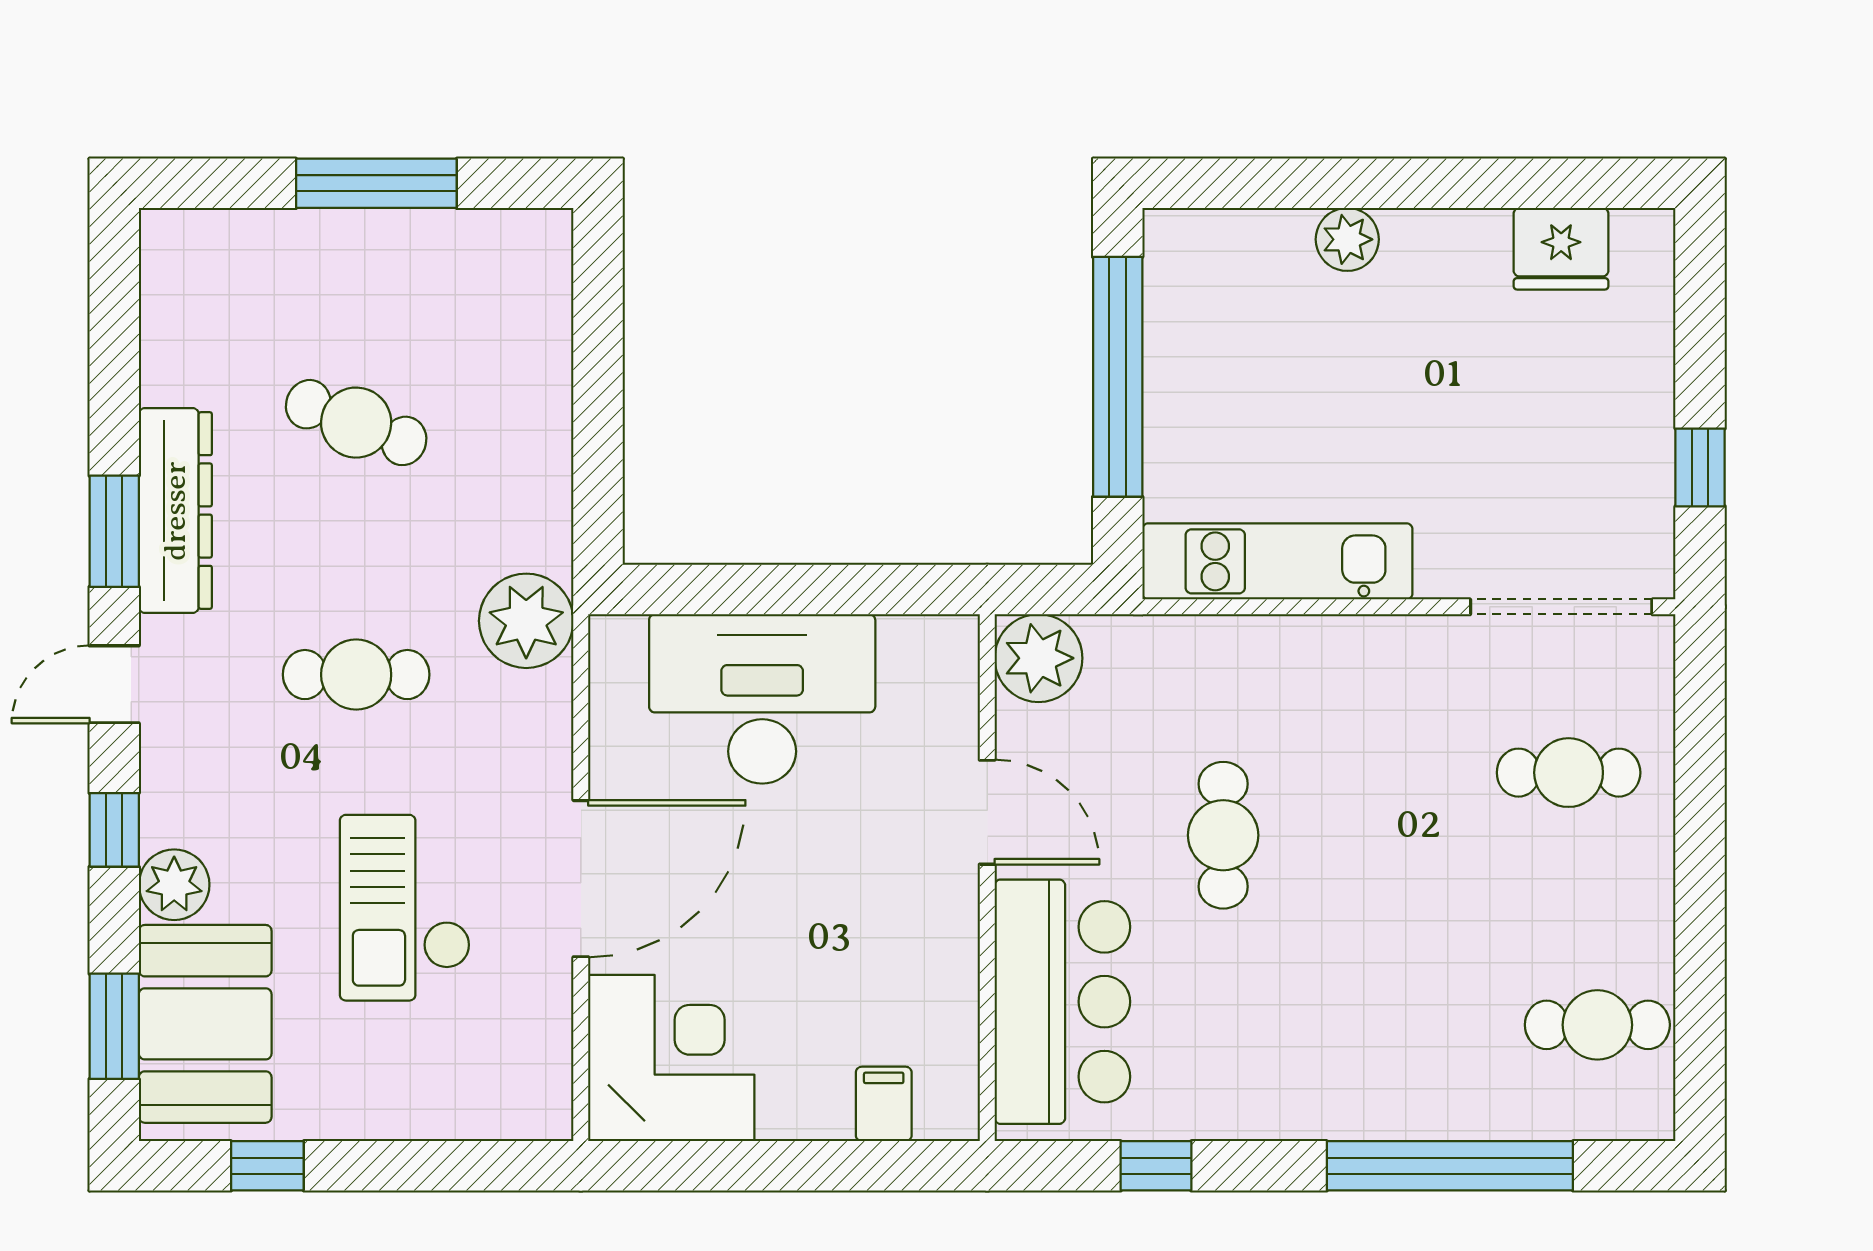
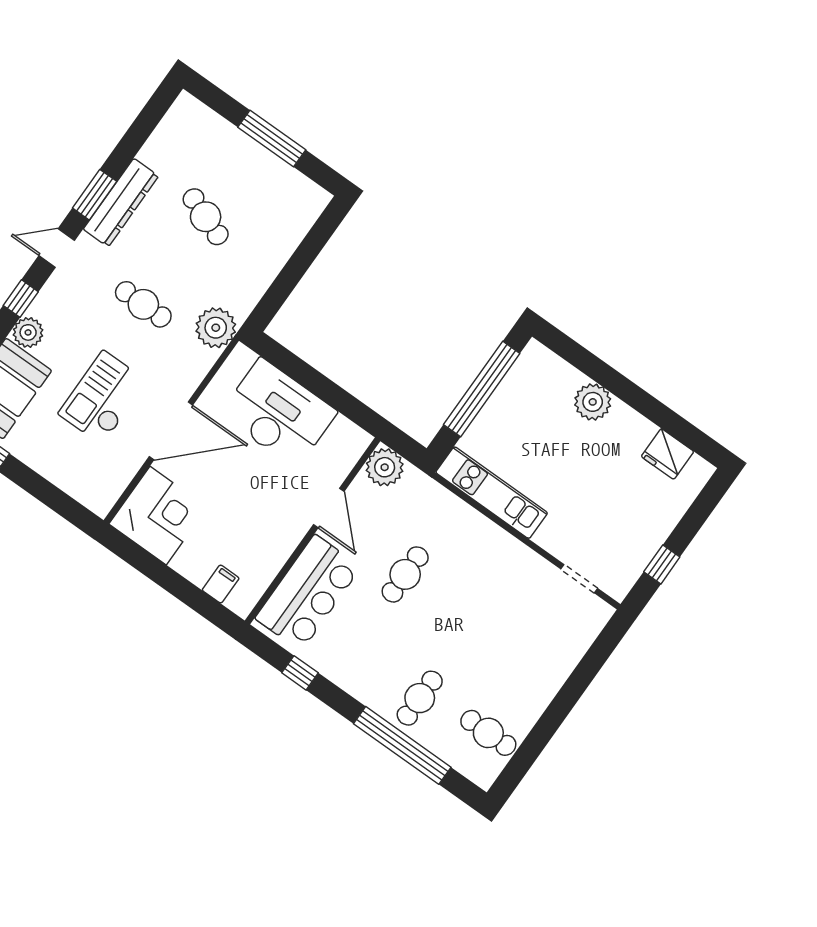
plant: (1347, 239) -> (593, 402), width x1.36, depth x1.36
doorway: (1561, 607) -> (579, 579), width x0.53
cafe table: (1569, 773) -> (420, 698), moved, turned 90

